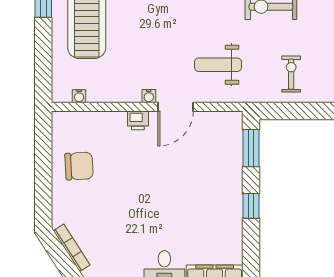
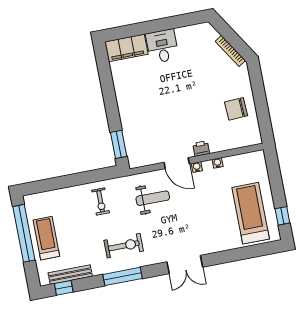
water cooler: (79, 96) -> (218, 163), moved
door: (176, 107) -> (177, 163), swing flipped
window: (251, 206) -> (111, 104), removed

